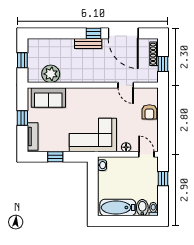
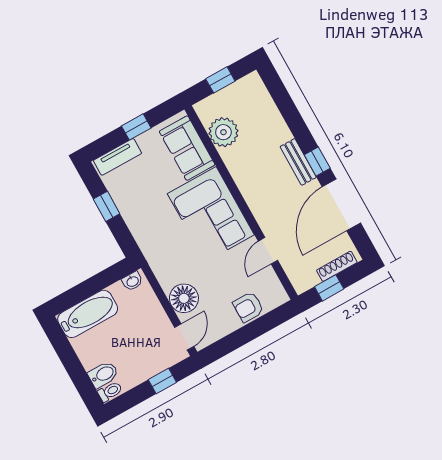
corner sofa: (93, 135) -> (211, 214), moved, turned 180
floor lamp: (126, 147) -> (184, 298), width x1.89, depth x1.89
bathtub: (118, 208) -> (88, 314), moved, turned 90

